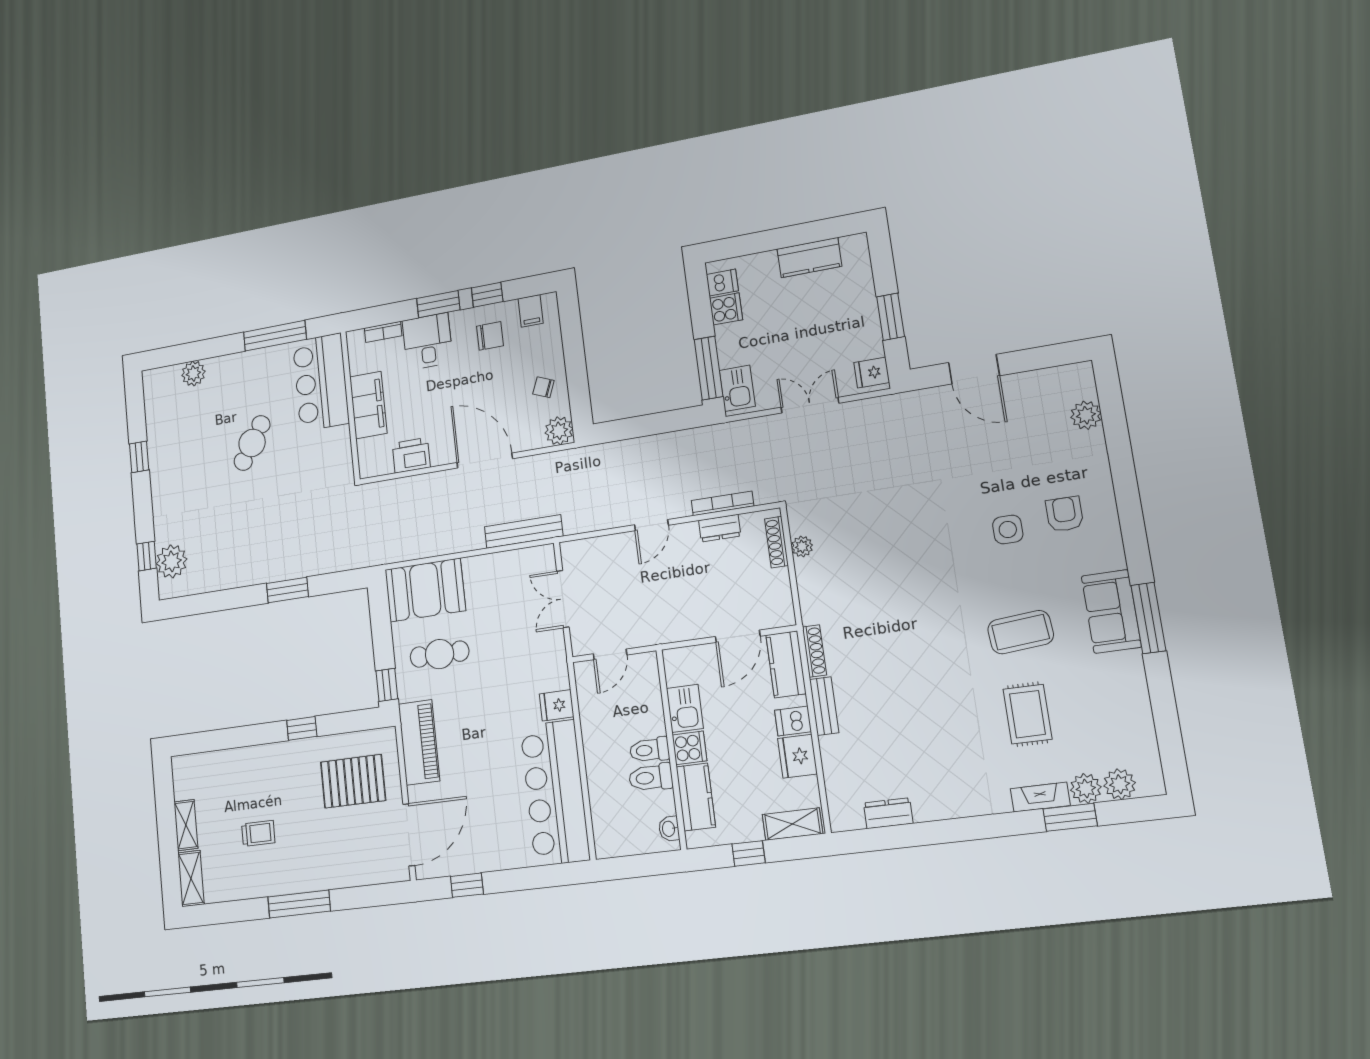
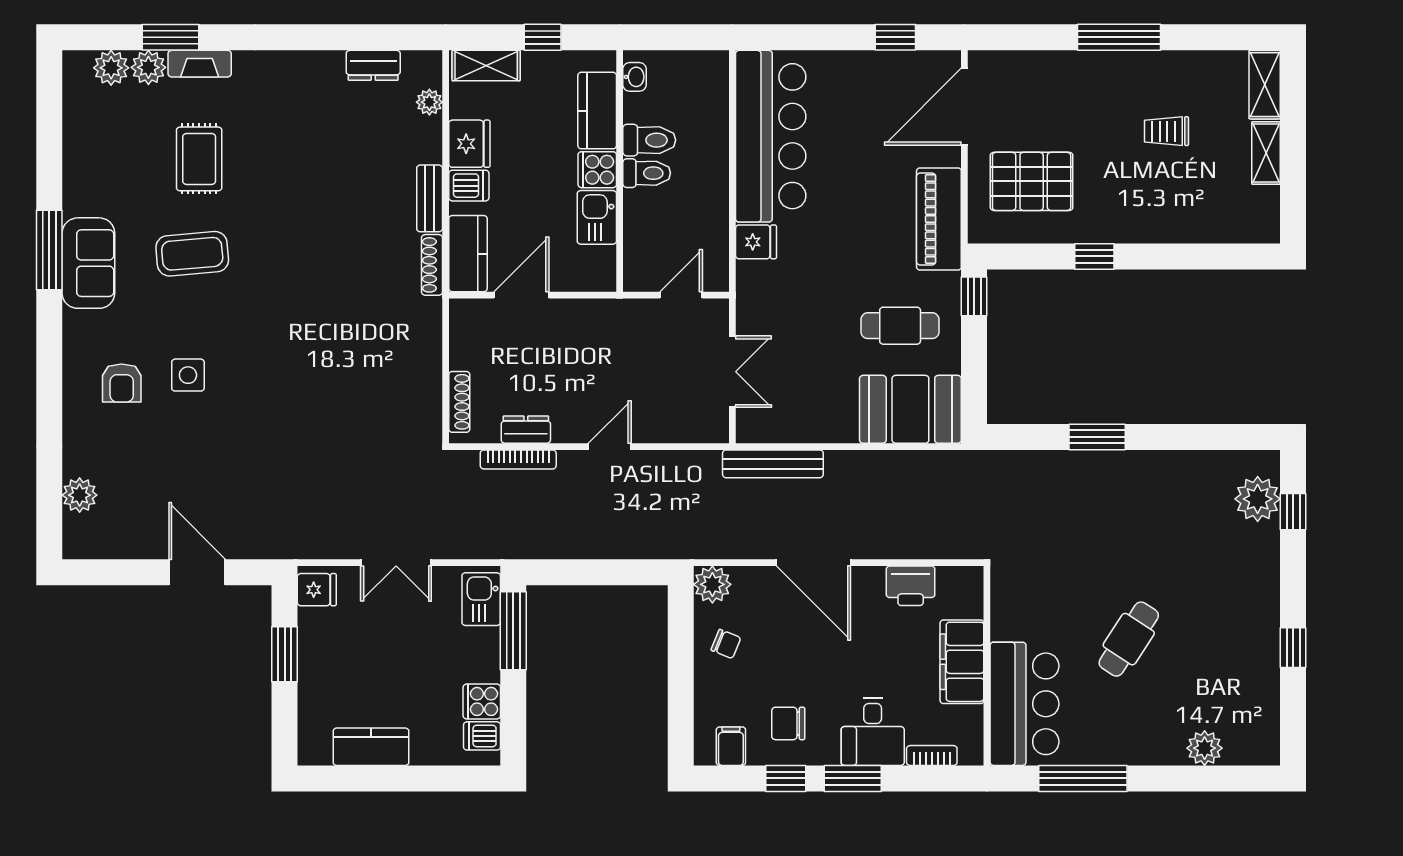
plant: (802, 546) -> (429, 102), moved

